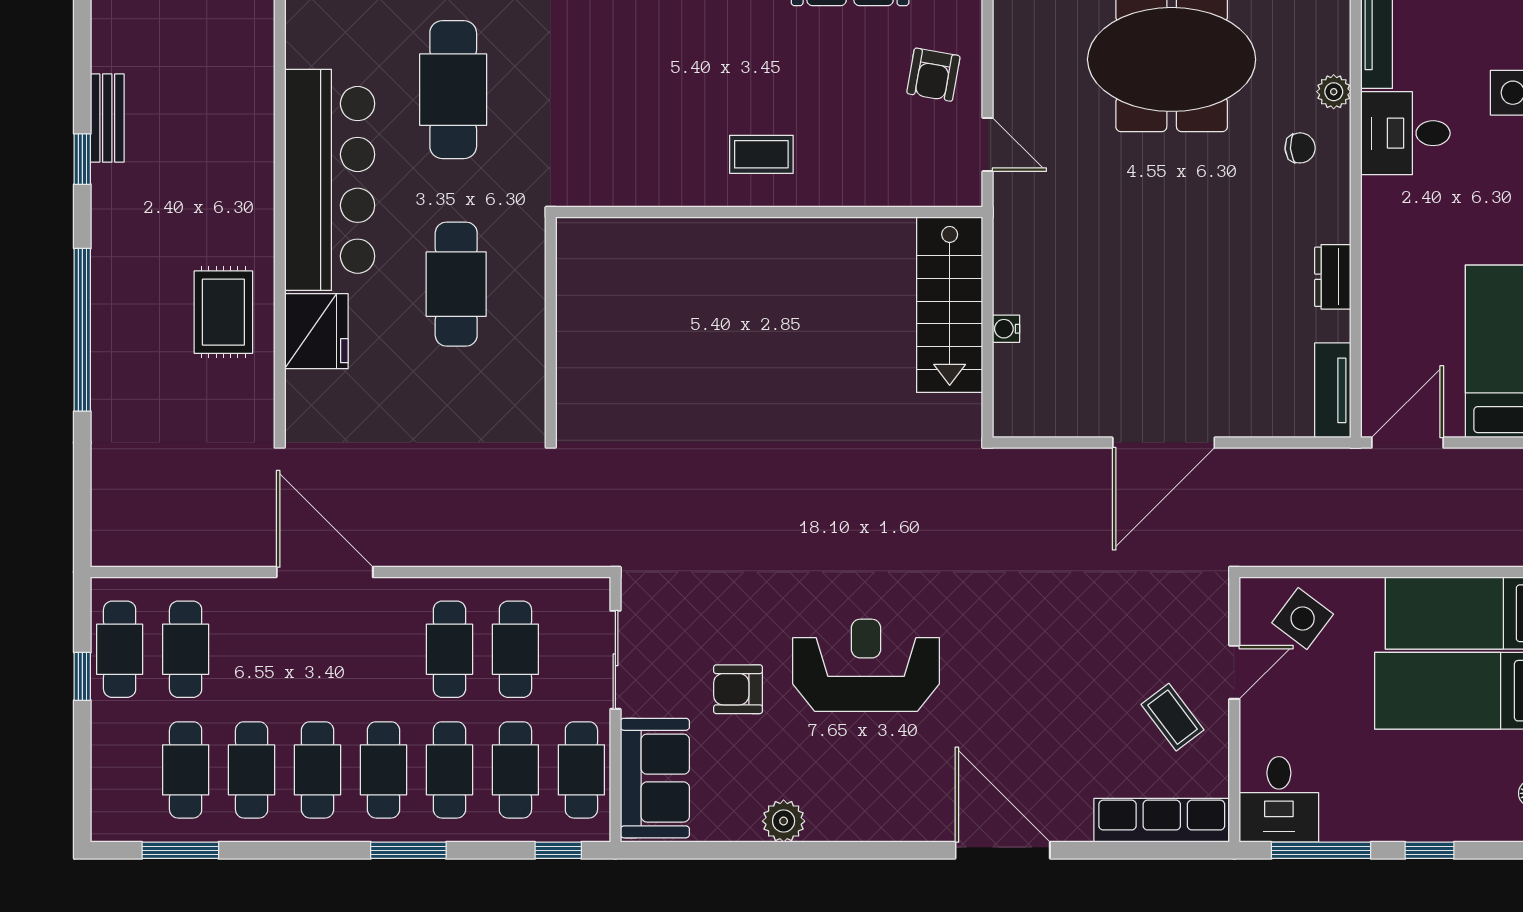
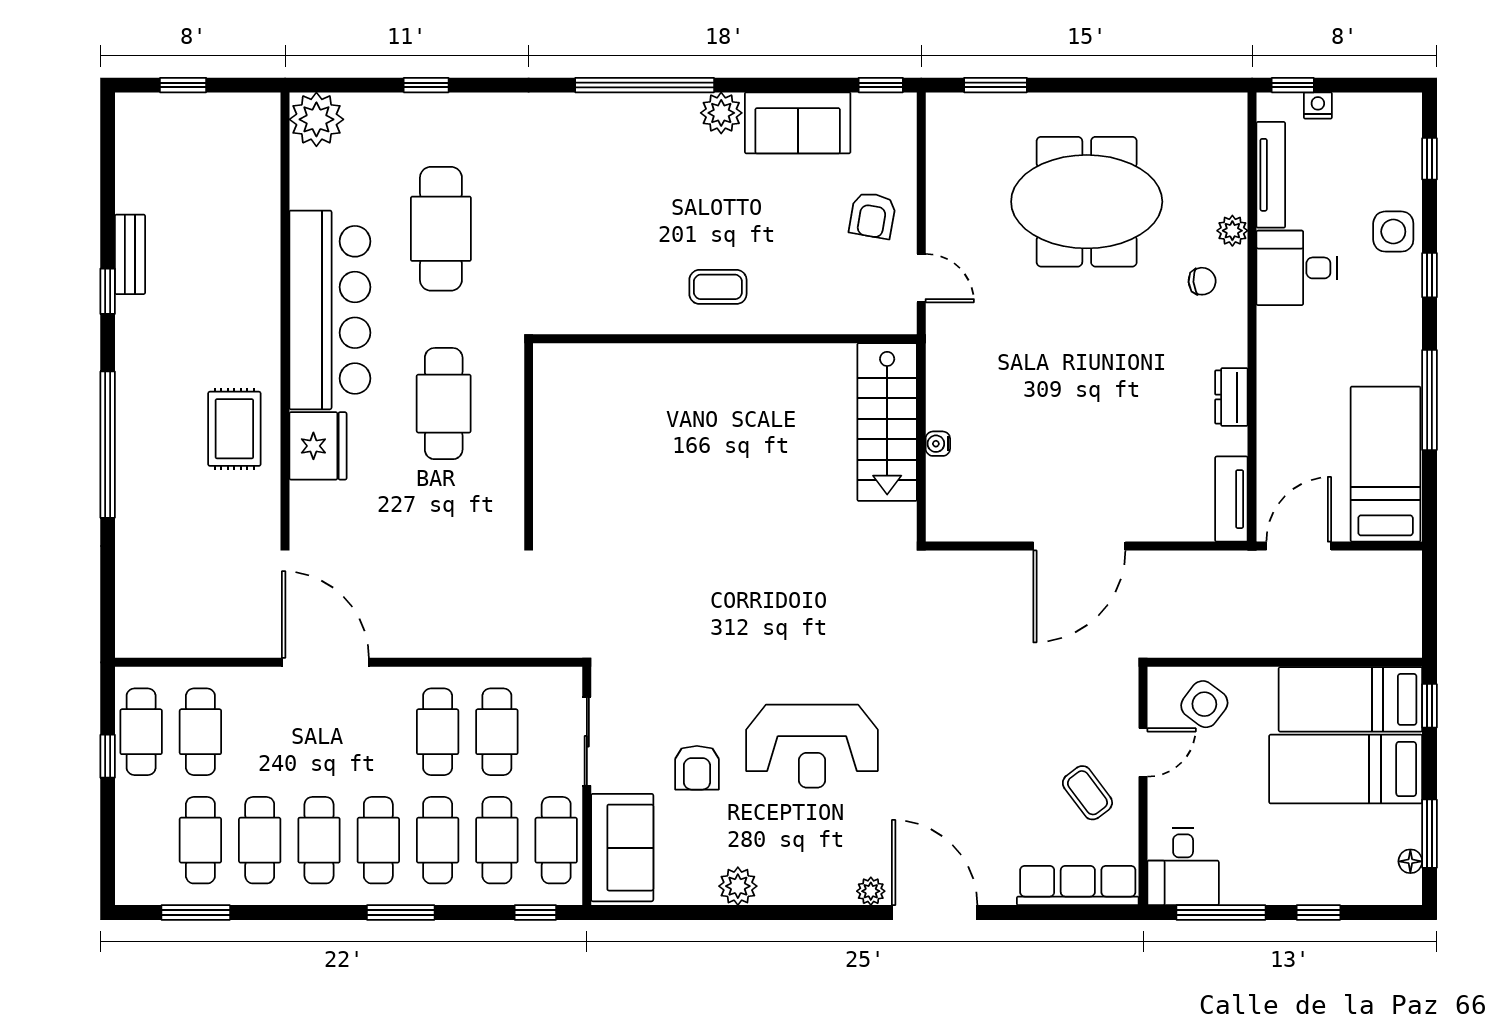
reception desk: (866, 665) -> (812, 746), turned 180
armchair: (738, 689) -> (697, 768), turned -90
plant: (931, 827) -> (871, 891), added

